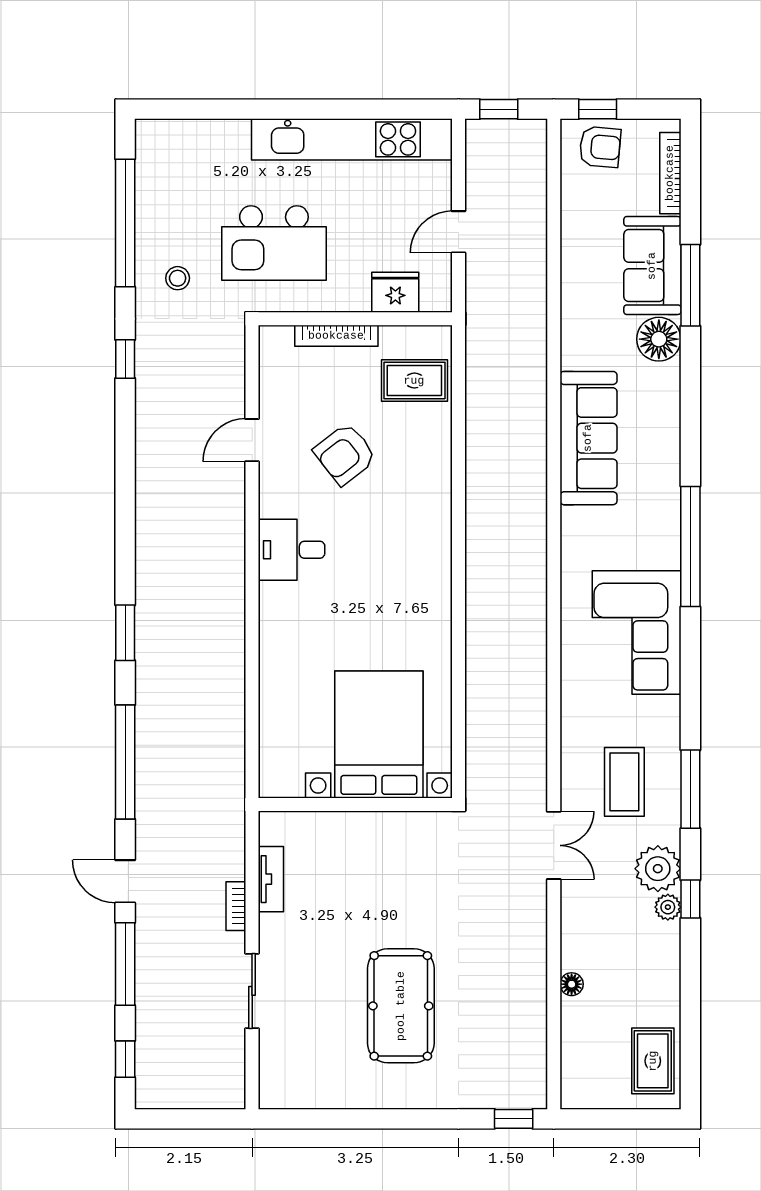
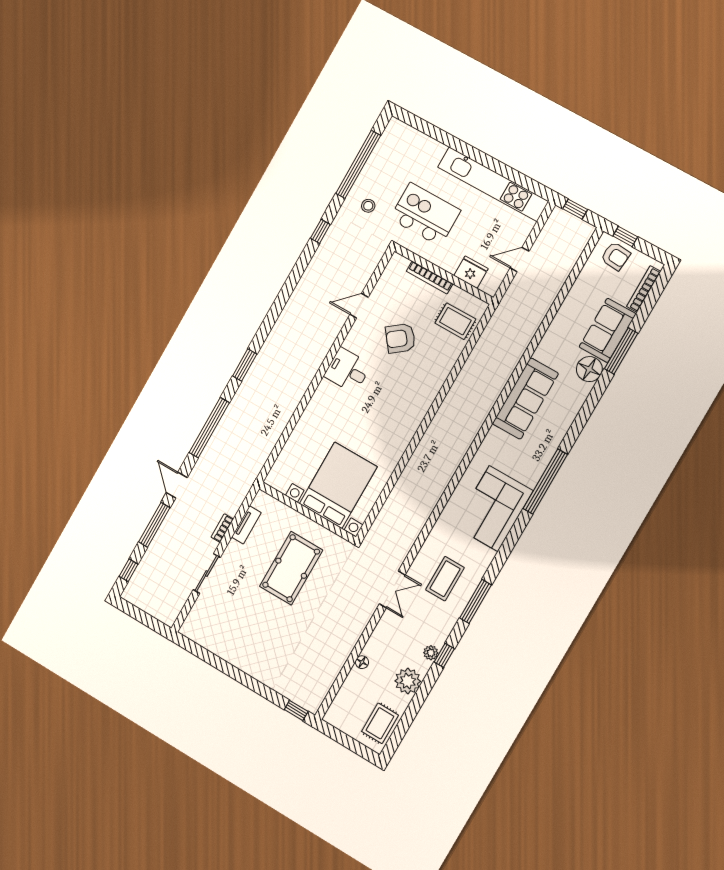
kitchen island: (274, 243) -> (425, 214), turned 180
plant: (658, 869) -> (408, 681), moved
pool table: (401, 1006) -> (291, 568), moved

